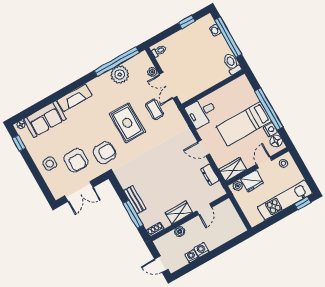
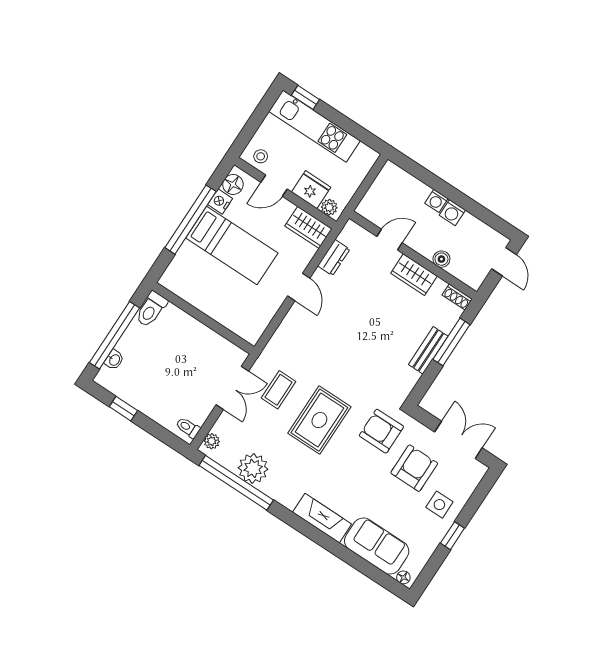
plant: (152, 72) -> (212, 441), moved
desk: (201, 112) -> (247, 318), removed
window: (19, 143) -> (452, 536), moved
washing machine: (191, 256) -> (436, 201), moved

